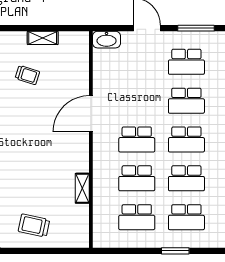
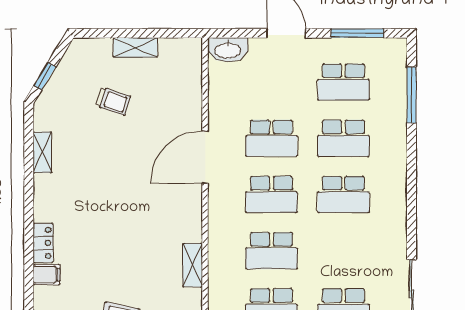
school desk: (186, 178) -> (271, 138), moved

